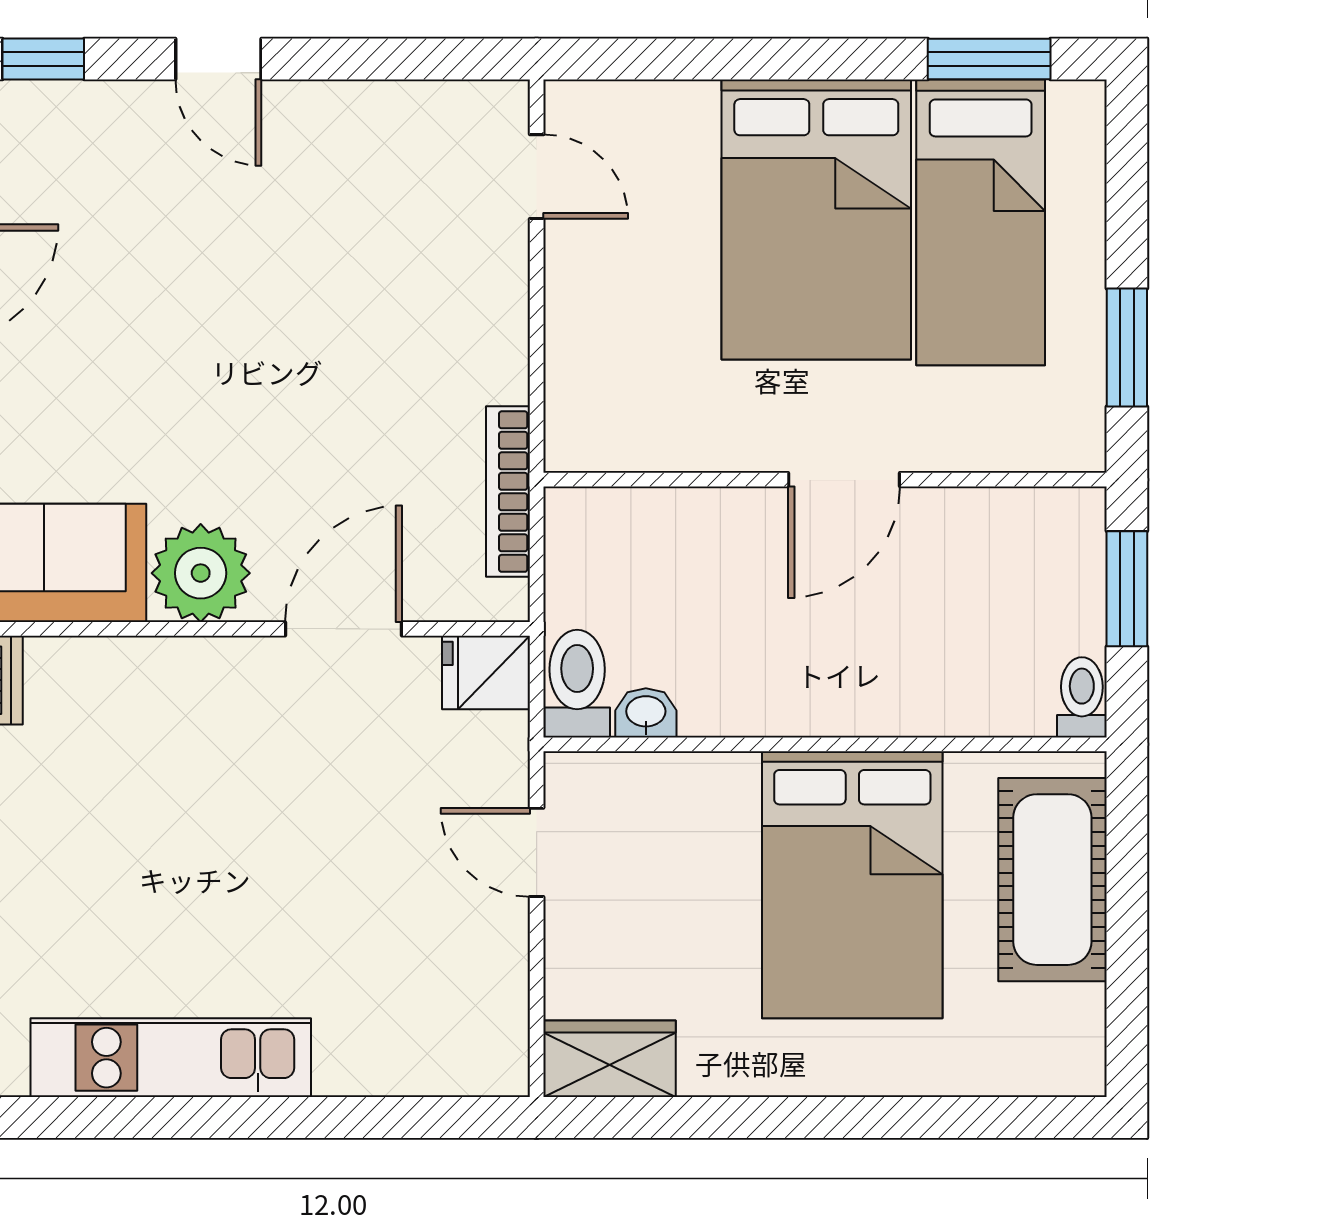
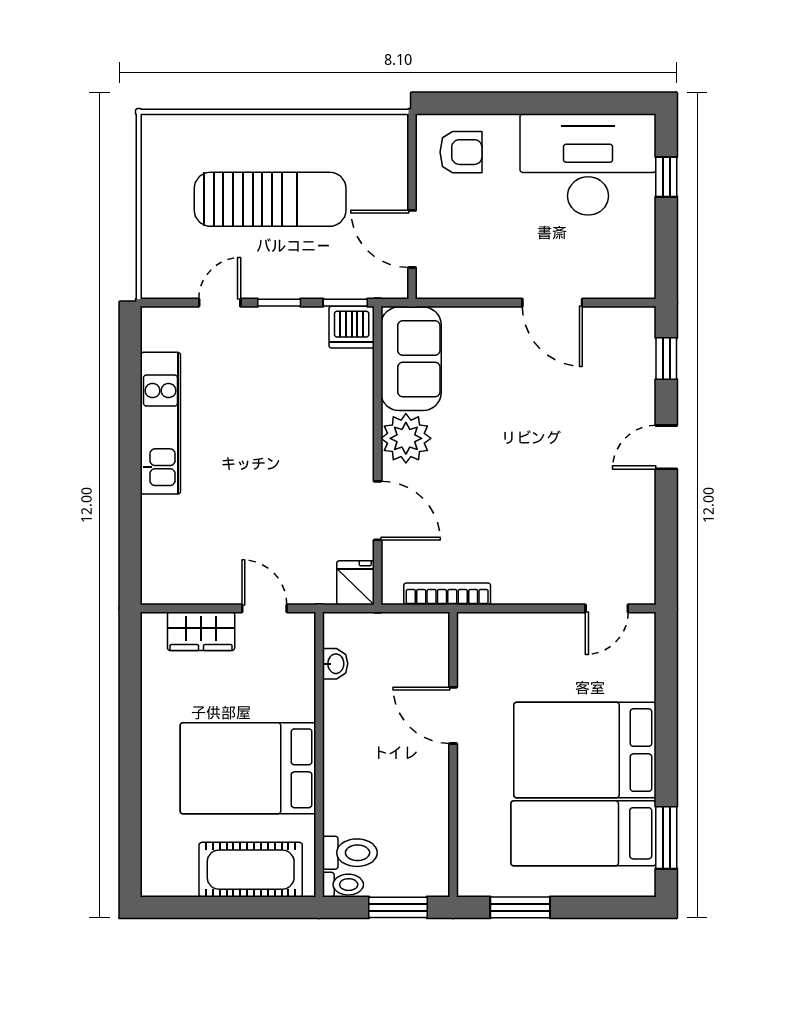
door: (844, 480) -> (453, 715), moved
toilet: (577, 684) -> (350, 853), moved
door: (537, 852) -> (264, 608), hinge flipped
wardrobe: (610, 1059) -> (201, 631), moved, turned 90

